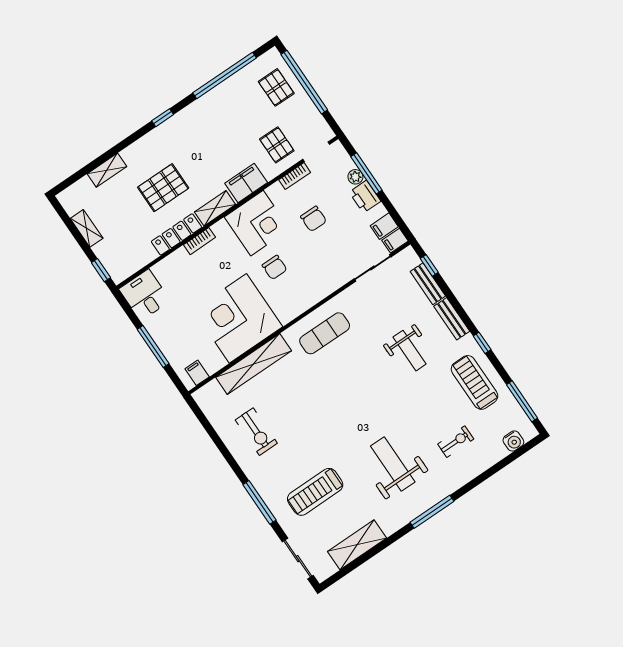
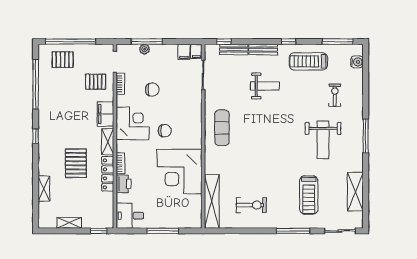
printer: (365, 197) -> (124, 184), moved, turned -90
shelving: (254, 364) -> (212, 201), moved
filing cabinet: (197, 373) -> (195, 216), removed
weight bench: (393, 464) -> (323, 140), turned -90

